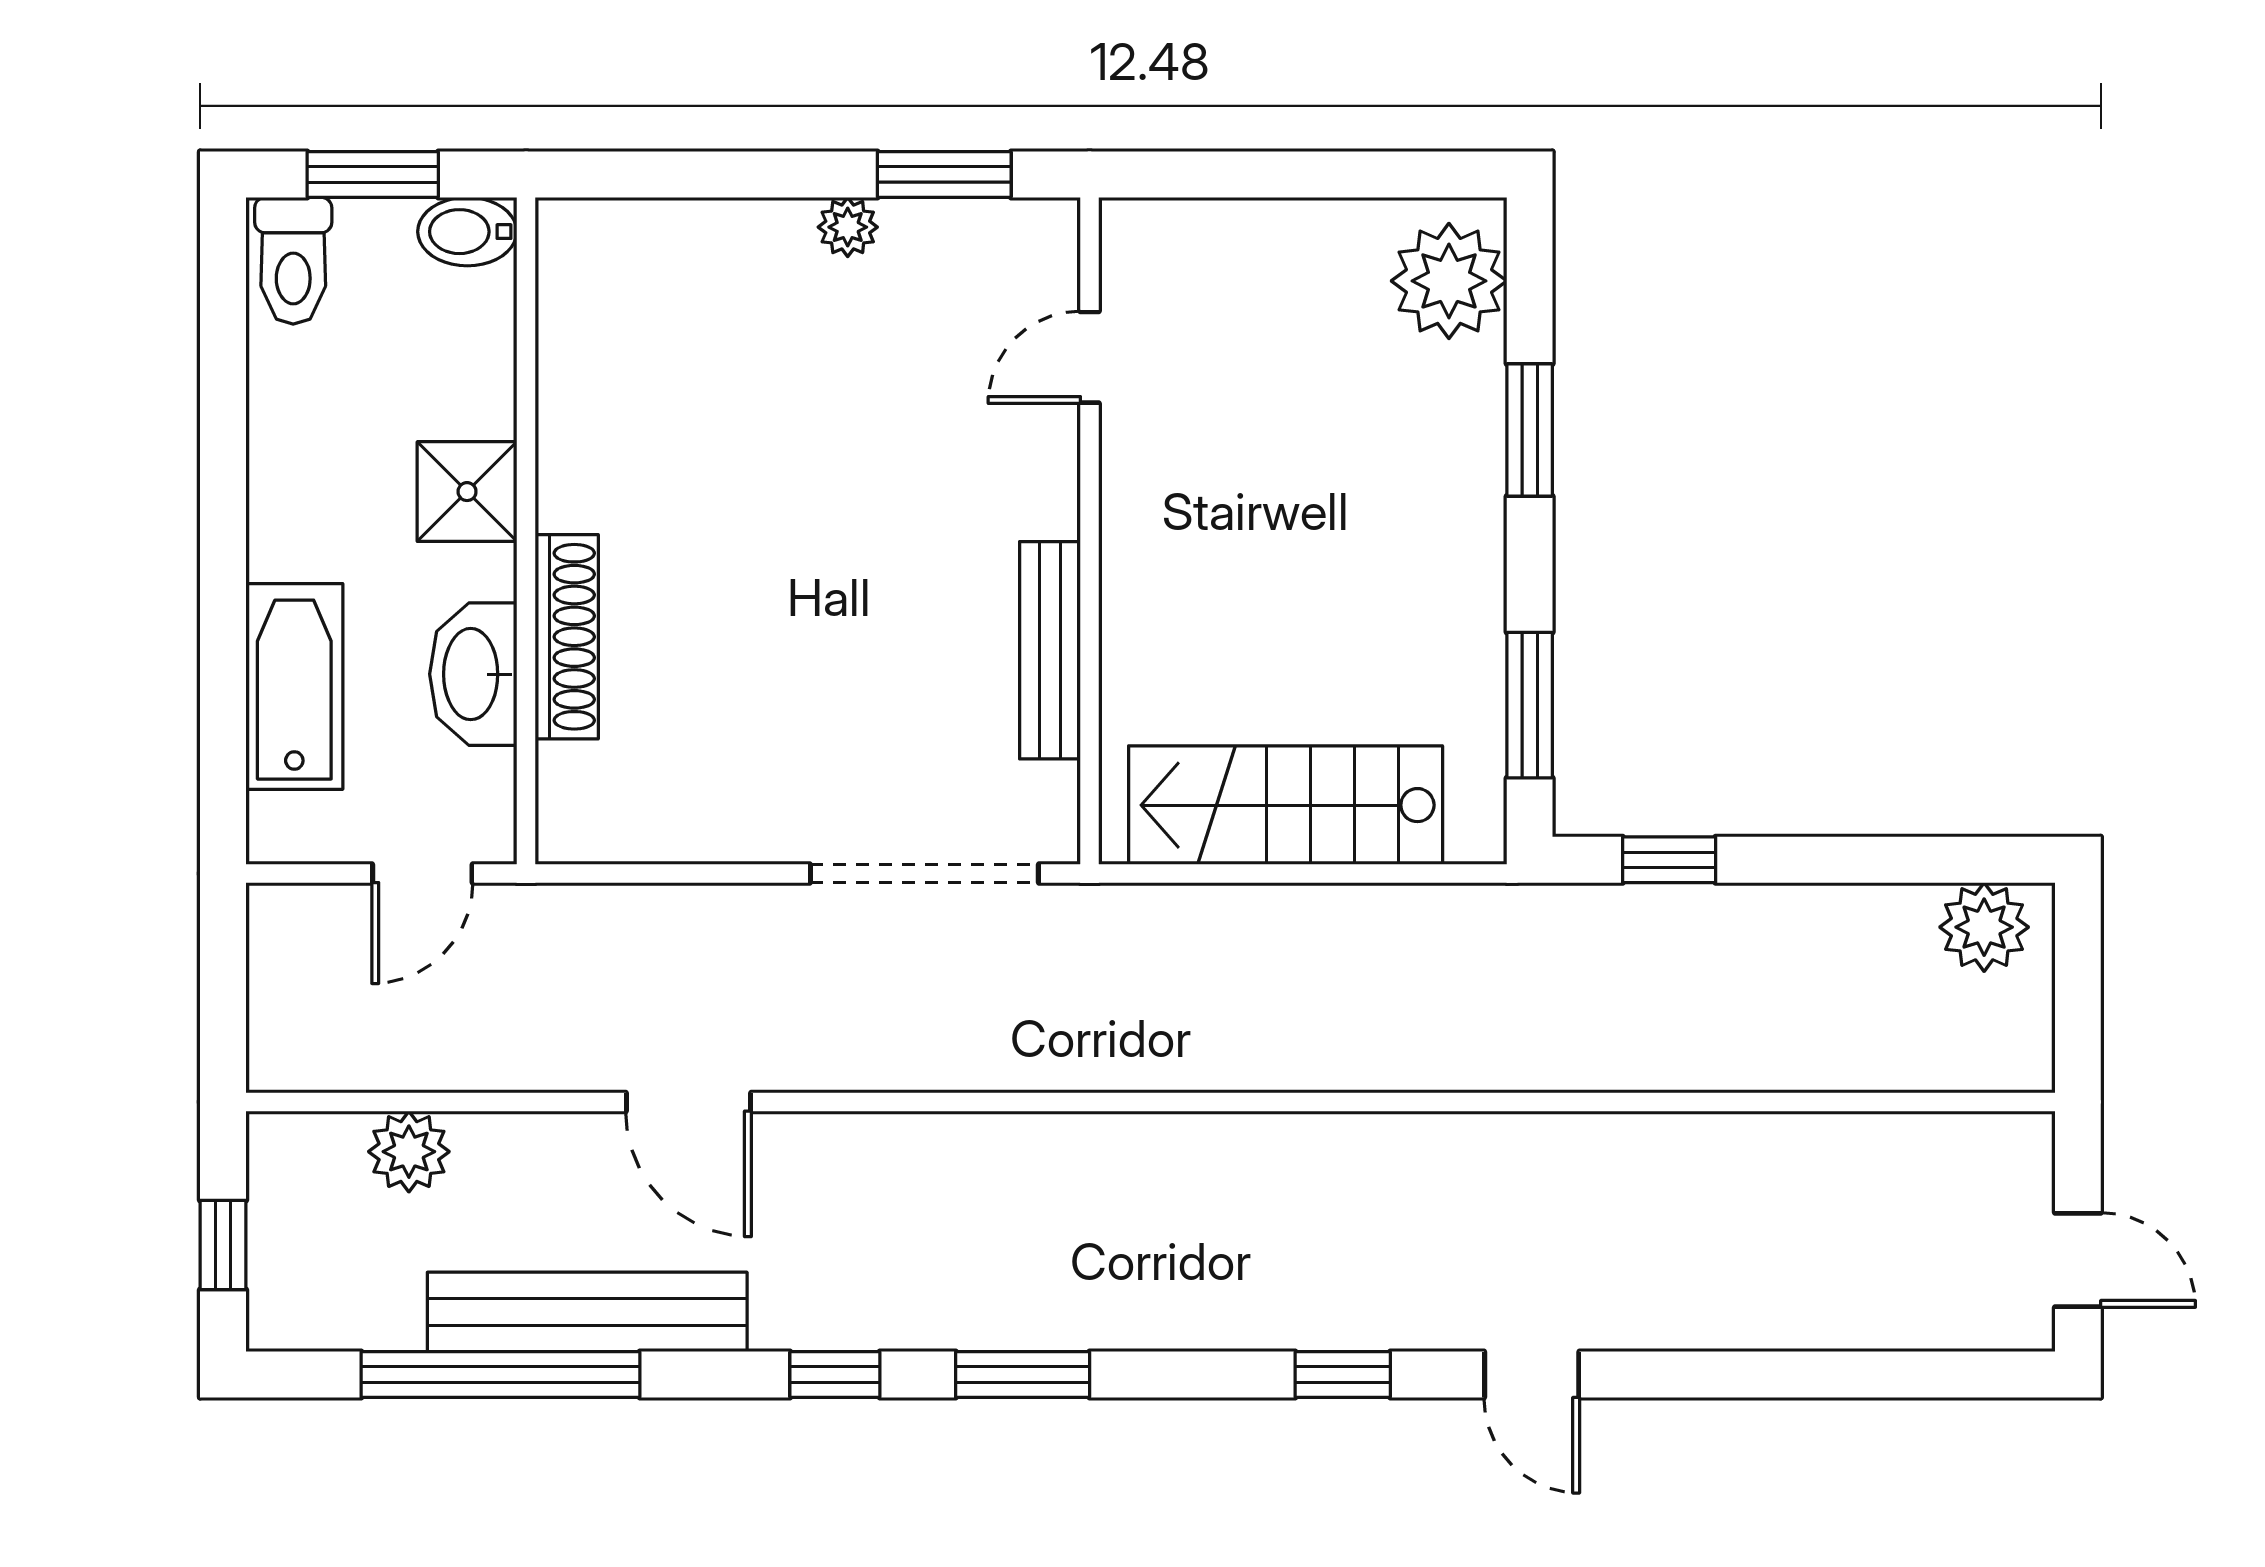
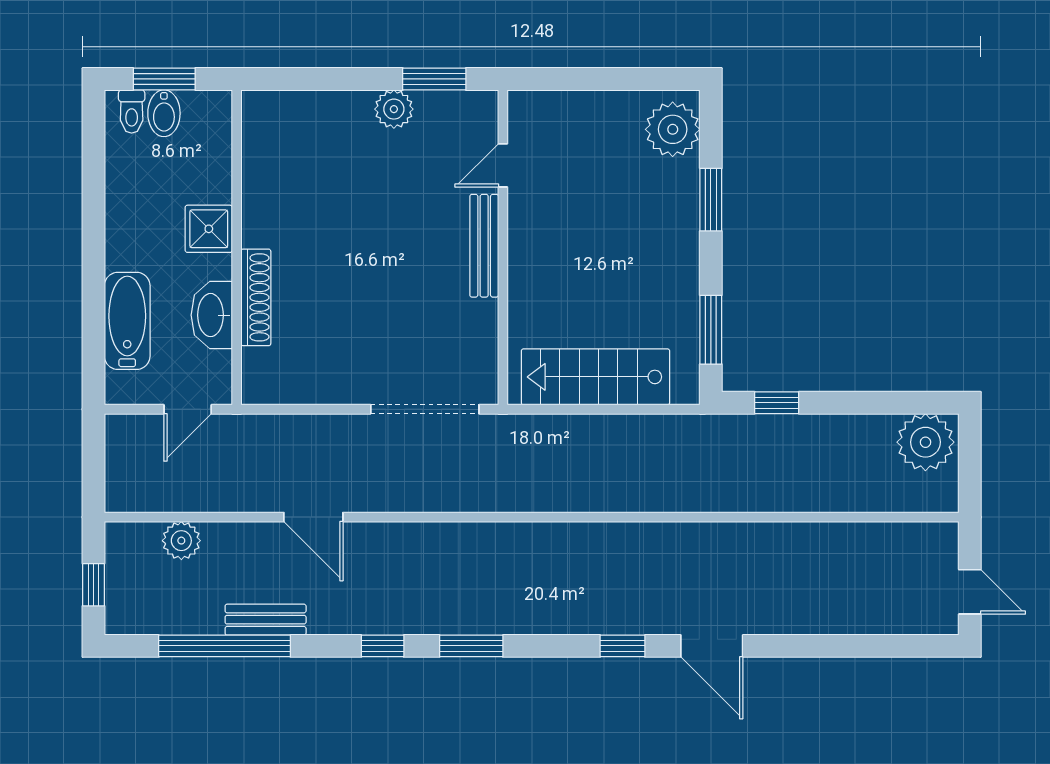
plant: (848, 227) -> (394, 109), width x1.38, depth x1.38
bidet: (467, 232) -> (164, 113), moved, turned -90
toilet: (293, 261) -> (132, 111), width x0.73, depth x0.72
bench: (1050, 650) -> (484, 246), moved
plant: (1984, 927) -> (925, 442), width x1.36, depth x1.36
bench: (587, 1312) -> (266, 620), width x0.54, depth x0.82
door: (1532, 1375) -> (712, 646), width x1.37

